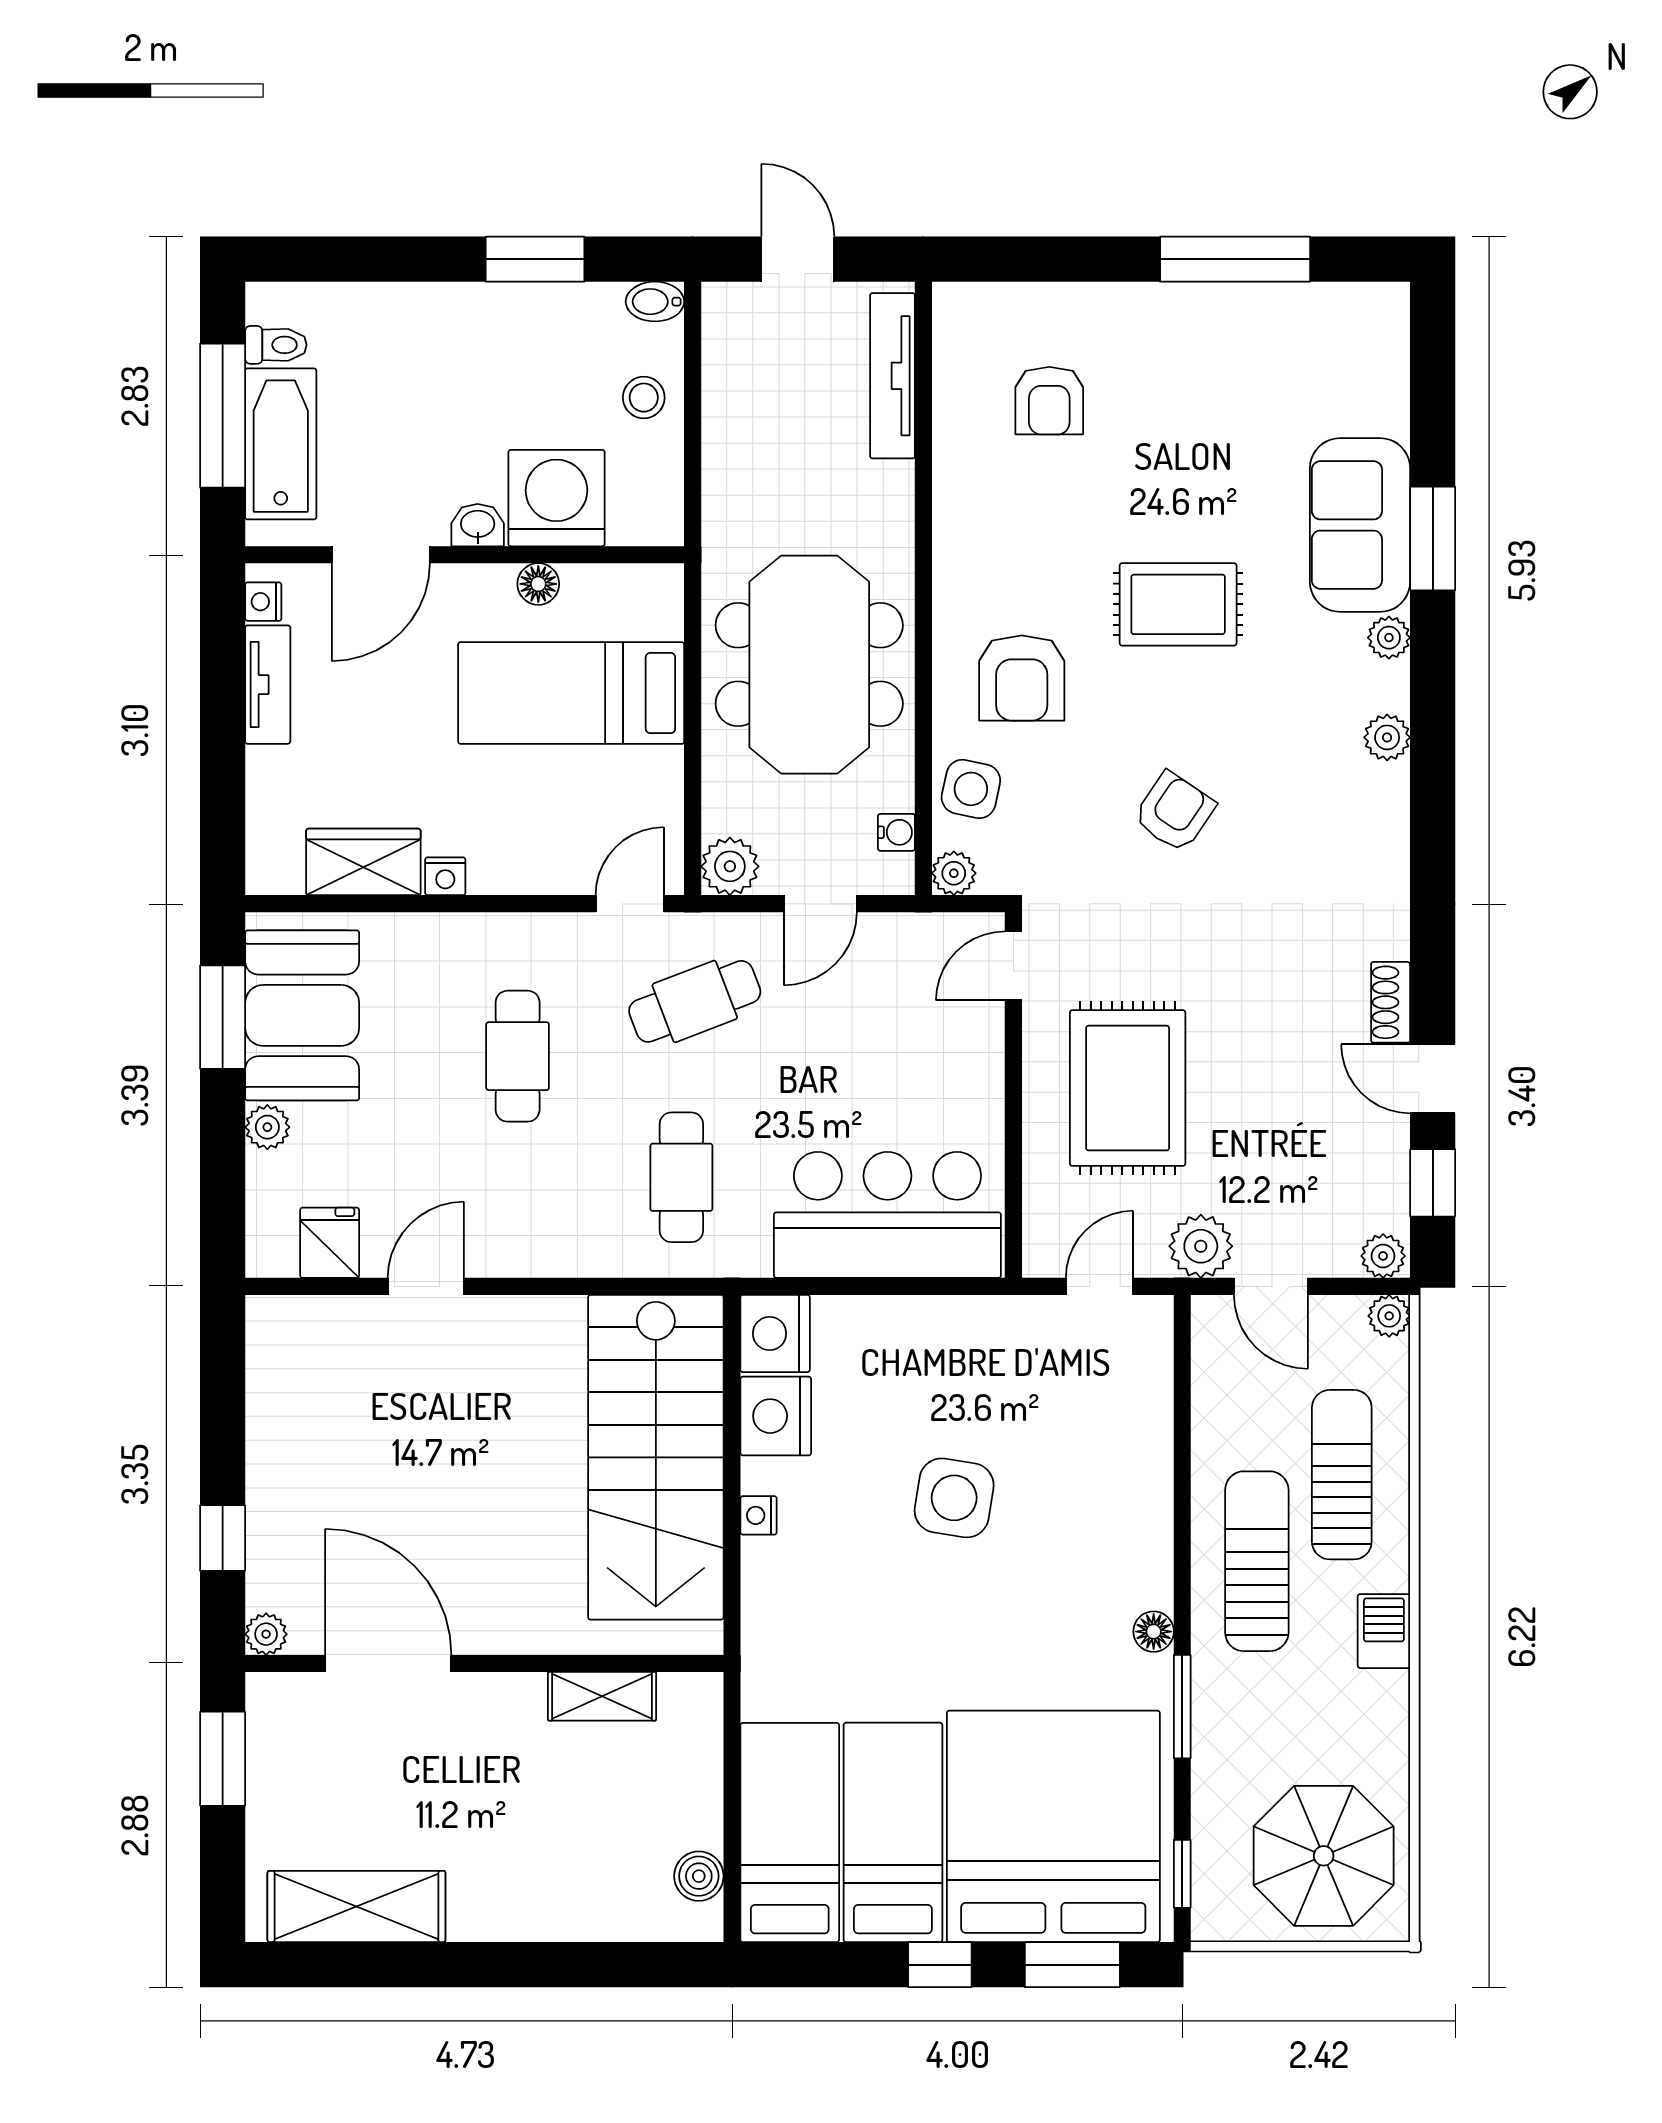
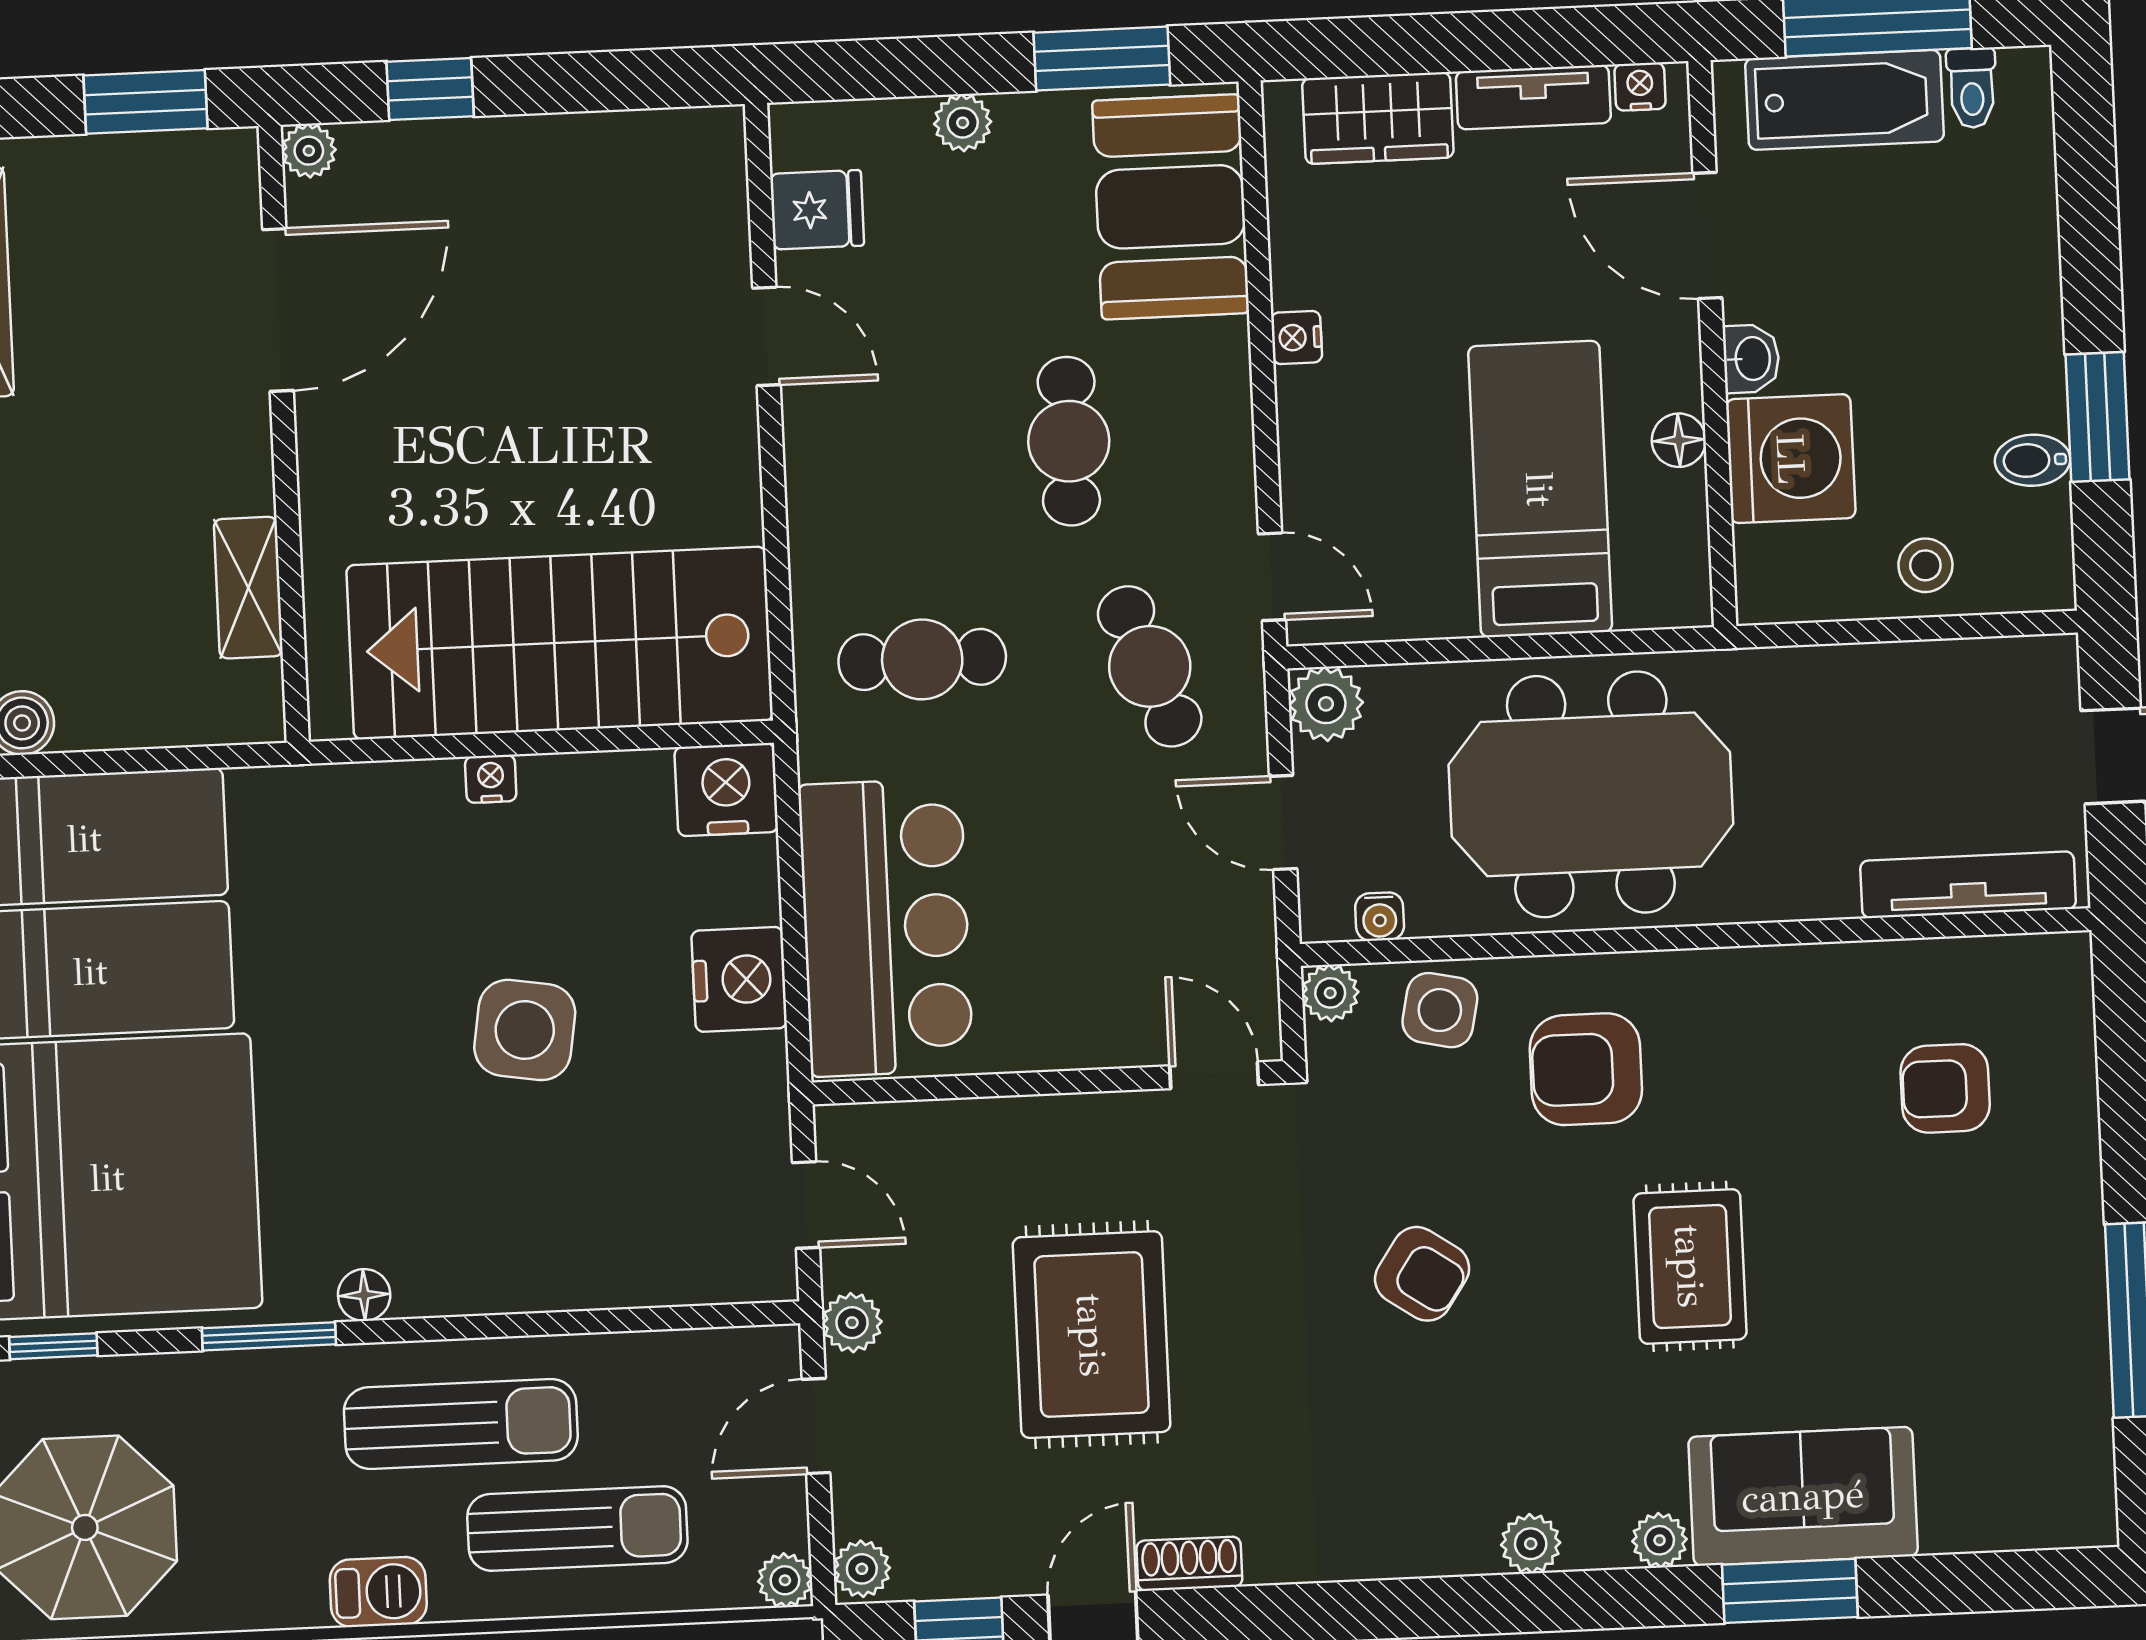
bidet: (655, 302) -> (2033, 460), moved, turned -90
wardrobe: (363, 862) -> (1378, 118), moved, turned 90
booth: (302, 1015) -> (1171, 207), moved, turned 90
cafe table: (518, 1056) -> (1069, 441), turned 90
rug: (1128, 1088) -> (1092, 1335), moved, turned 90
plant: (1201, 1246) -> (852, 1323), width x0.73, depth x0.73
nightstand: (776, 1416) -> (739, 979), moved, turned 90

